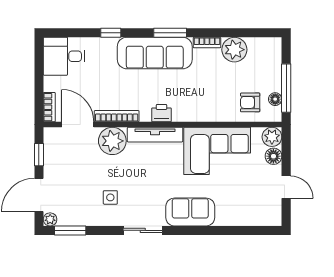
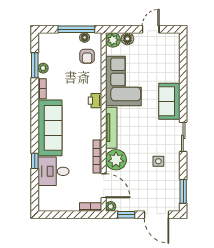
window: (170, 33) -> (35, 65), moved
plant: (234, 50) -> (43, 68), width x0.53, depth x0.53
desk: (64, 56) -> (54, 171), moved, turned 90
printer: (161, 113) -> (95, 101), moved
door: (78, 125) -> (104, 186), swing flipped
plant: (50, 219) -> (111, 206), moved

